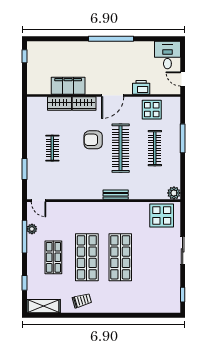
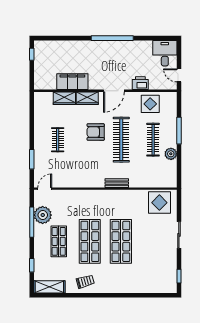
plant: (174, 193) -> (171, 154), moved
door: (39, 201) -> (45, 189), swing flipped
plant: (32, 229) -> (43, 215), width x1.88, depth x1.88

